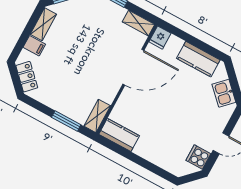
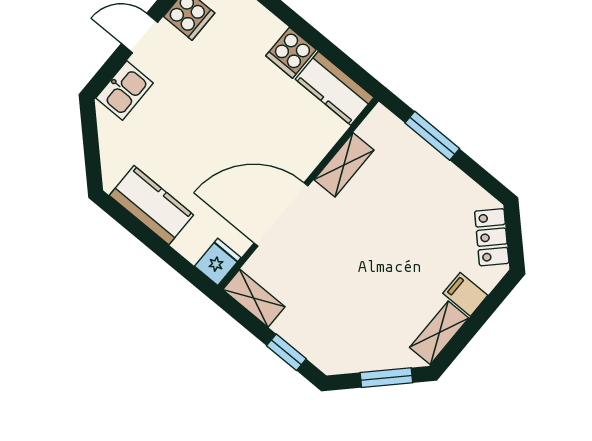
kitchen sink: (224, 93) -> (125, 91), moved, turned 45
shelving: (97, 116) -> (344, 165), moved
cooker: (144, 148) -> (291, 53), added

